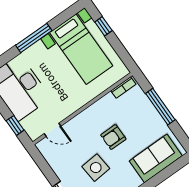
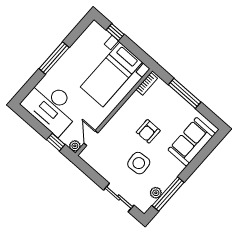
bed with nightstands: (81, 49) -> (111, 74), moved, turned 90
door: (52, 130) -> (91, 138), swing flipped
plant: (34, 134) -> (75, 146), added

